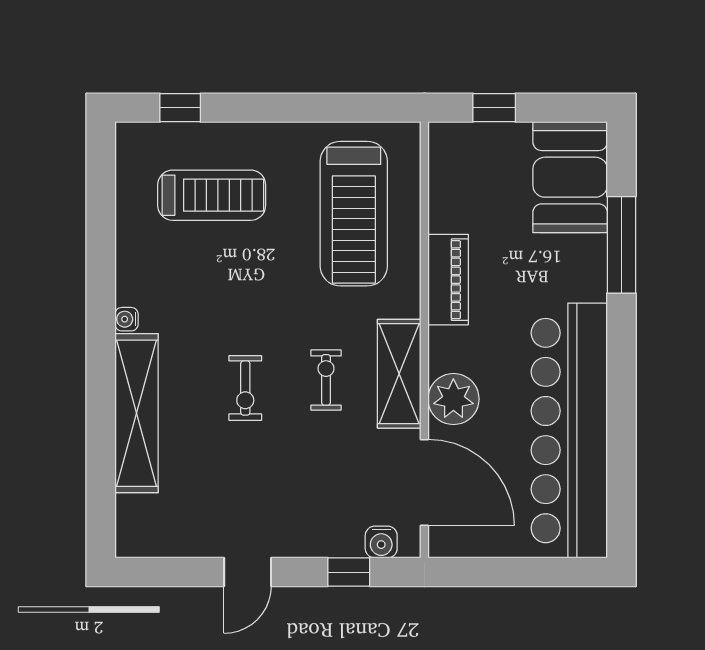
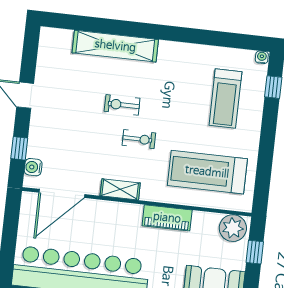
water cooler: (127, 319) -> (262, 57), moved
shelving: (399, 374) -> (120, 189), width x0.67, depth x0.75
exercise bike: (326, 380) -> (139, 139), moved
plant: (453, 399) -> (233, 228), moved

